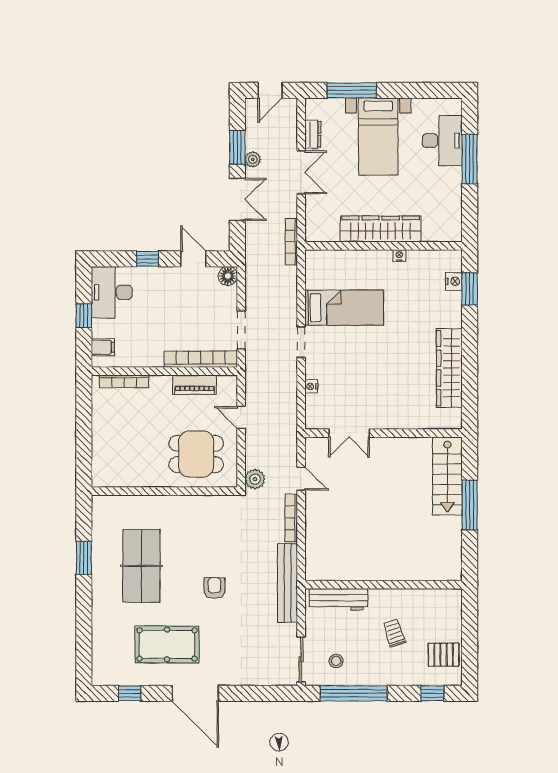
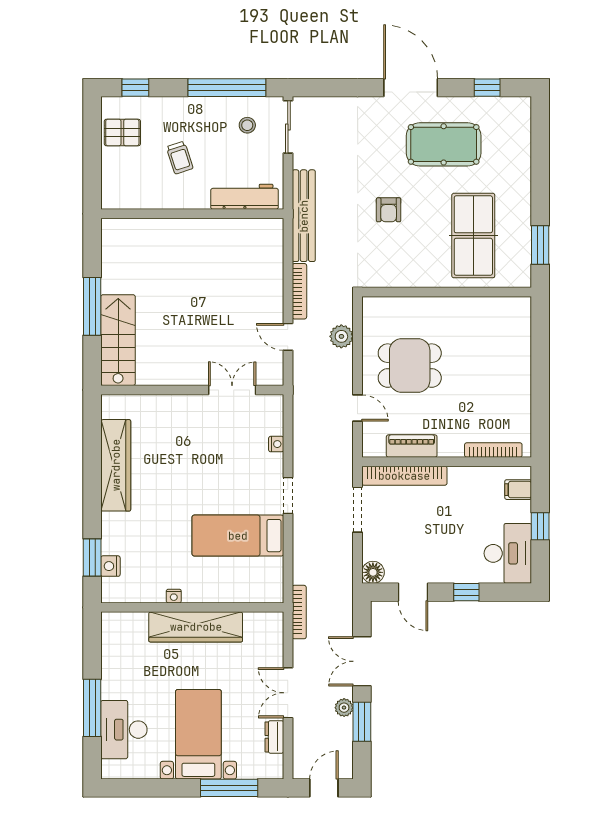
wall: (164, 491) -> (447, 292), moved

